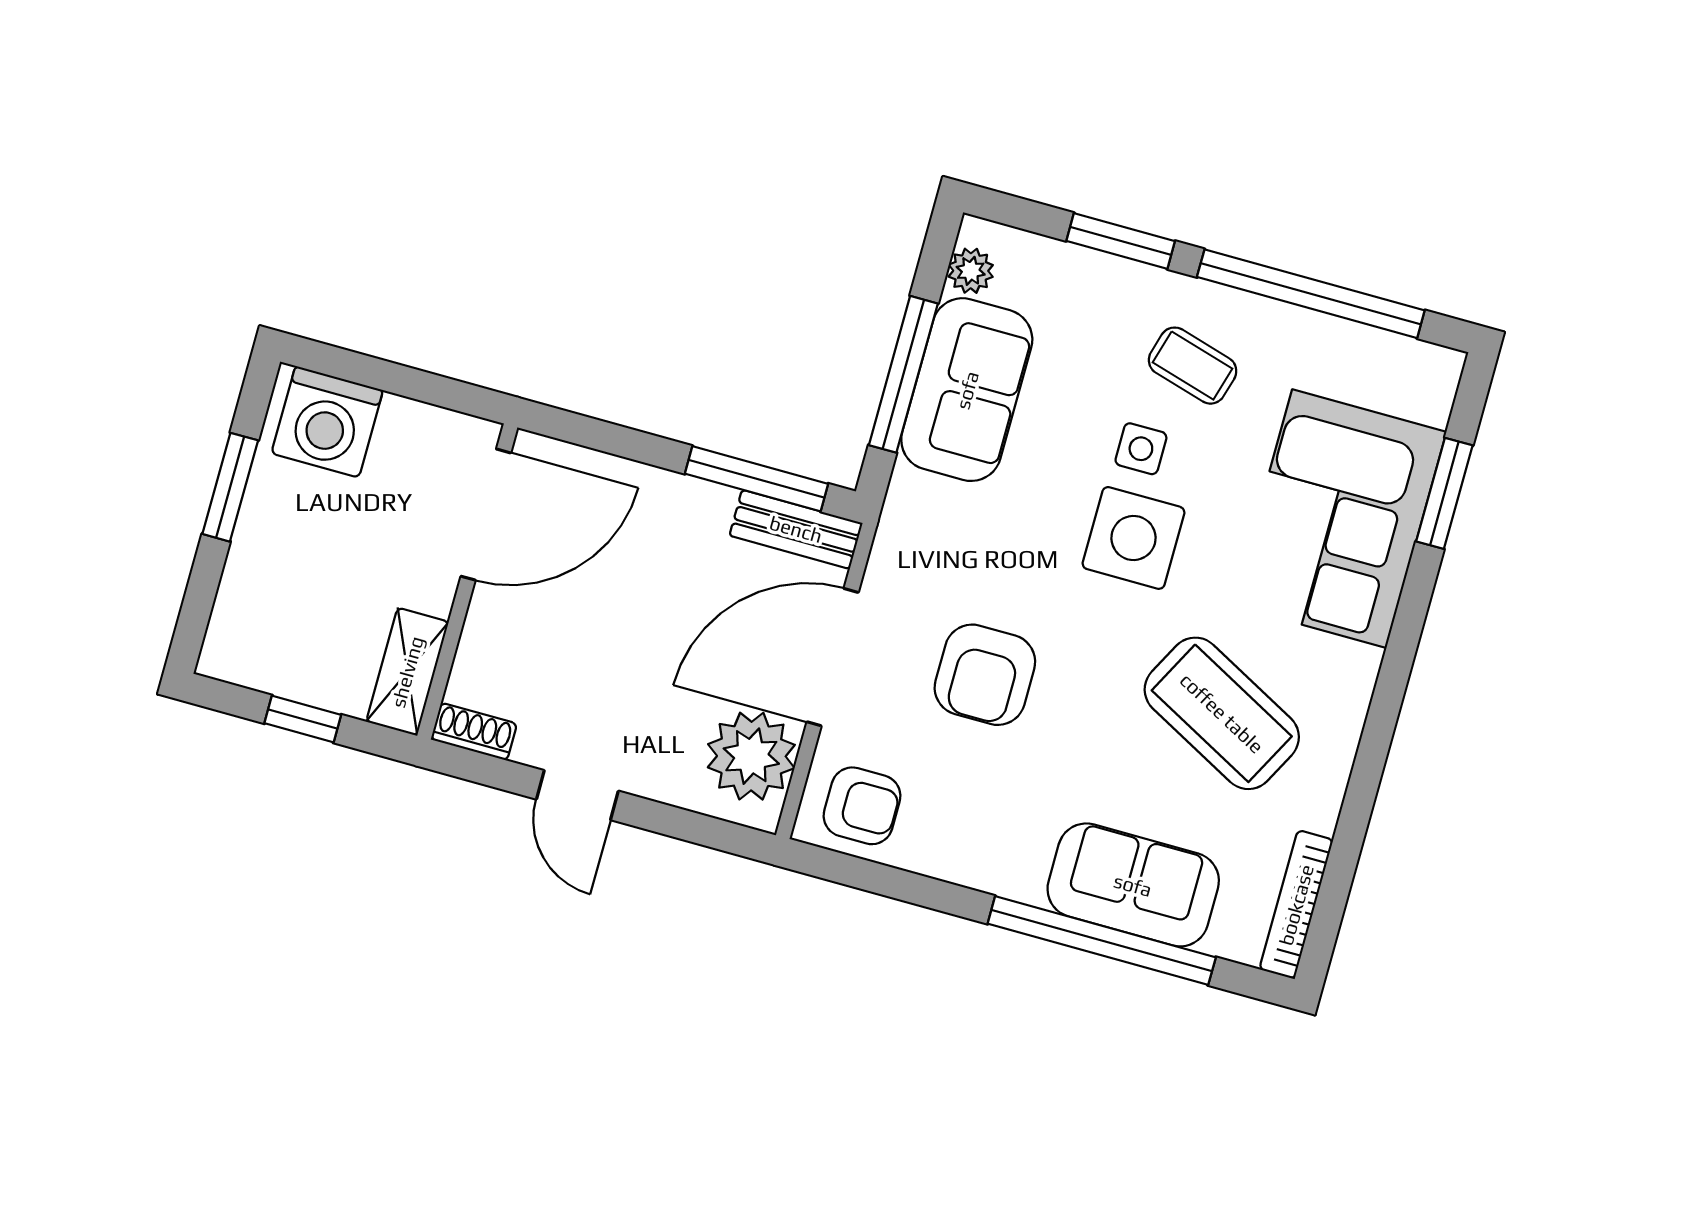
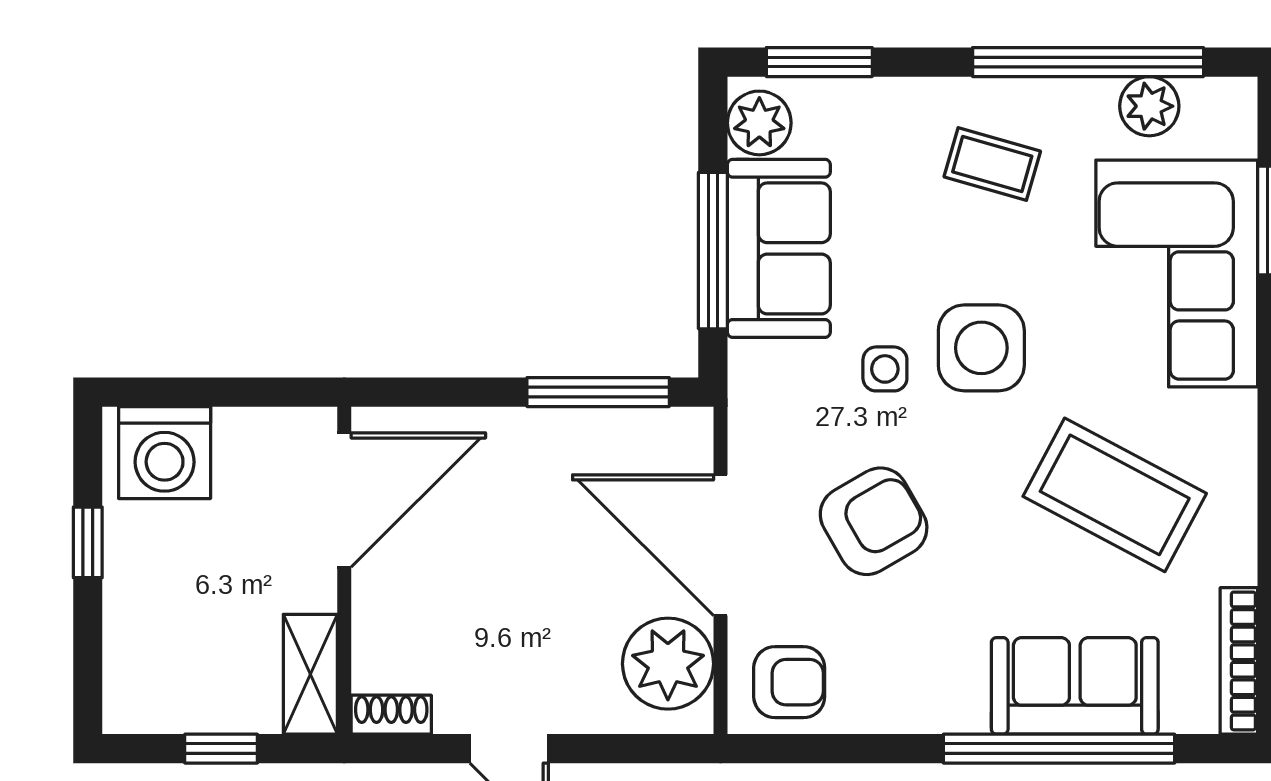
window: (1121, 241) -> (819, 62), moved
plant: (971, 271) -> (759, 123), width x1.38, depth x1.38
plant: (1358, 352) -> (1149, 106), added
side table: (1141, 449) -> (885, 369), moved
window: (230, 487) -> (88, 542), width x0.67
bench: (796, 529) -> (650, 431), removed
door: (833, 657) -> (720, 545), hinge flipped
armchair: (985, 675) -> (874, 521), turned -120

